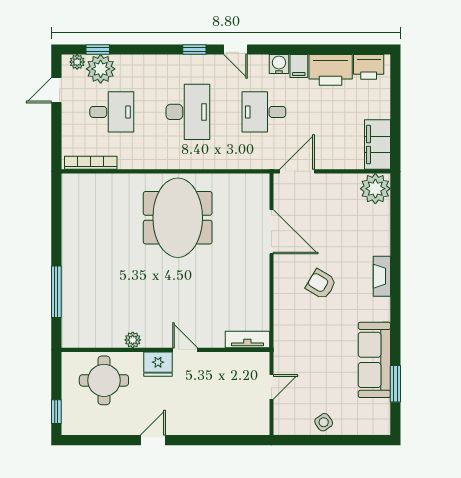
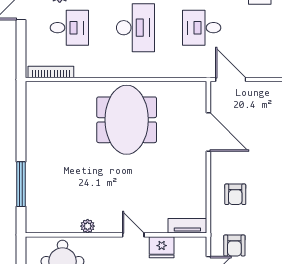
door: (297, 171) -> (231, 79), hinge flipped
armchair: (321, 284) -> (235, 194), moved, turned -121
armchair: (301, 362) -> (234, 245), added
fridge: (158, 364) -> (162, 247), moved

